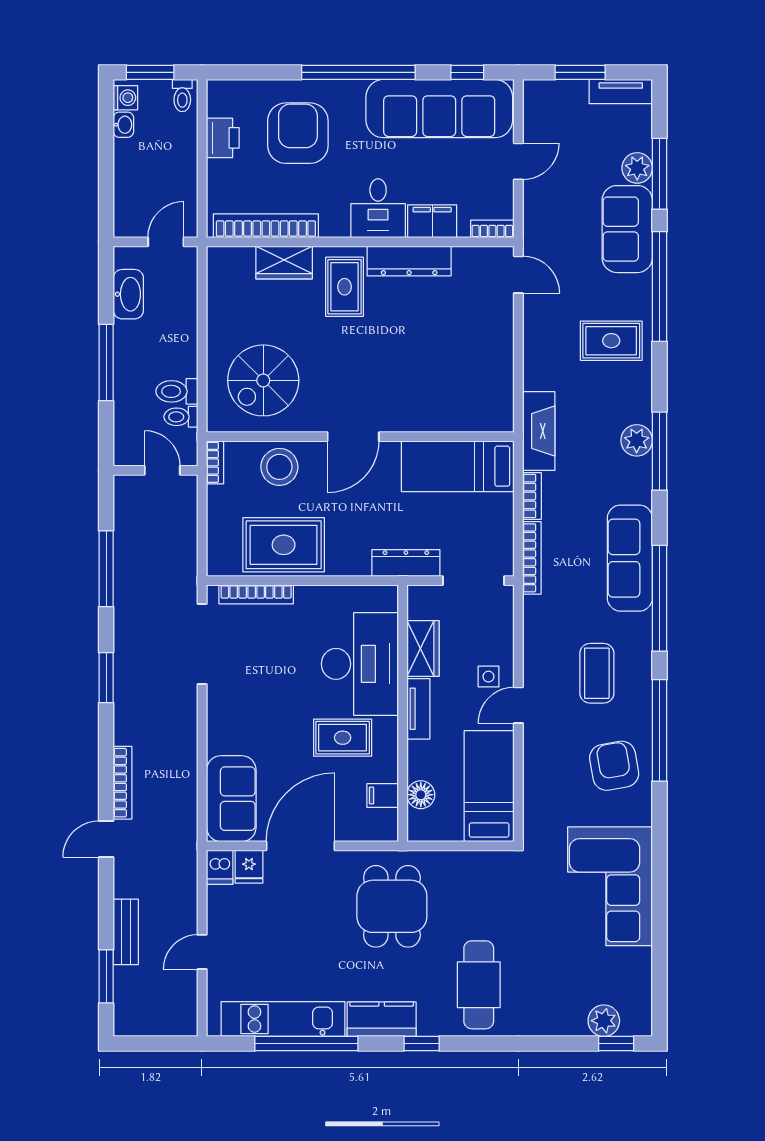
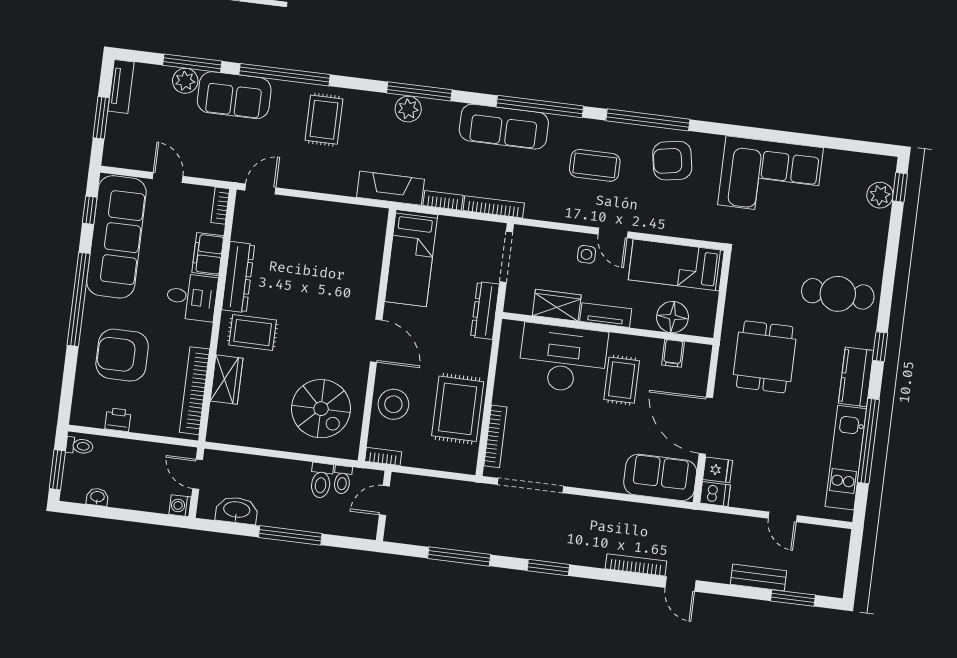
washing machine: (125, 98) -> (180, 506), moved, turned -90
printer: (223, 138) -> (118, 420), width x0.73, depth x0.81
floor lamp: (421, 795) -> (673, 317), width x1.38, depth x1.38
dining table: (392, 906) -> (765, 357), turned 90

